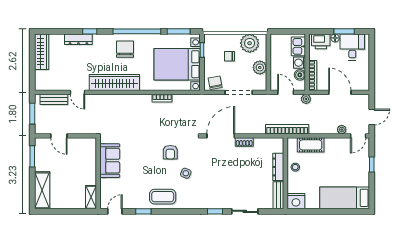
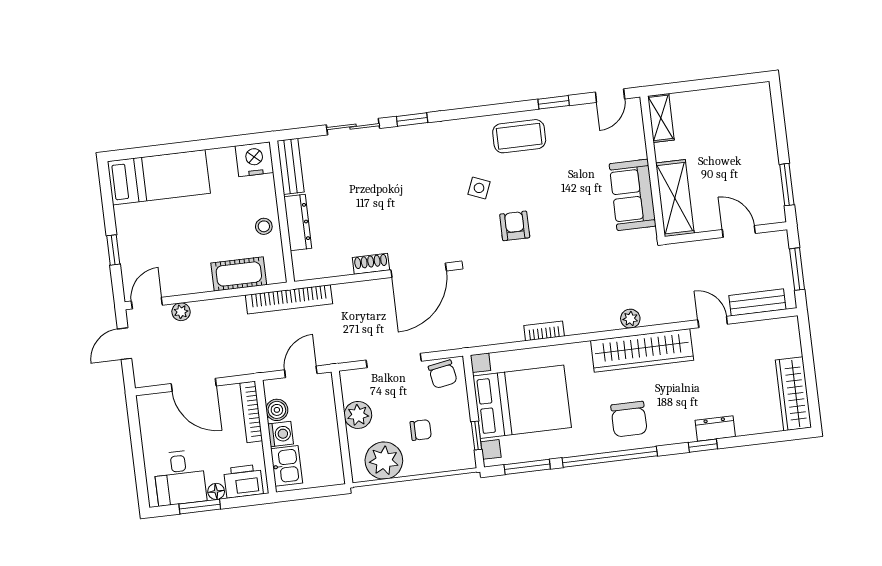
dresser: (78, 39) -> (715, 429), width x0.70
door: (286, 92) -> (301, 372), swing flipped
plant: (306, 99) -> (630, 319), moved
shelving: (42, 190) -> (675, 198), moved

